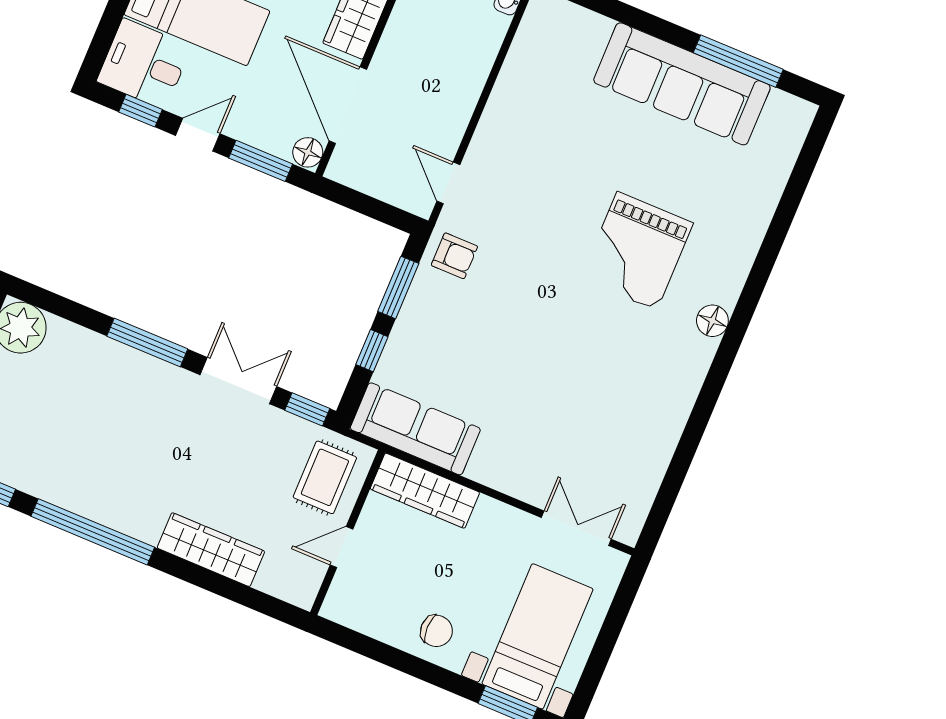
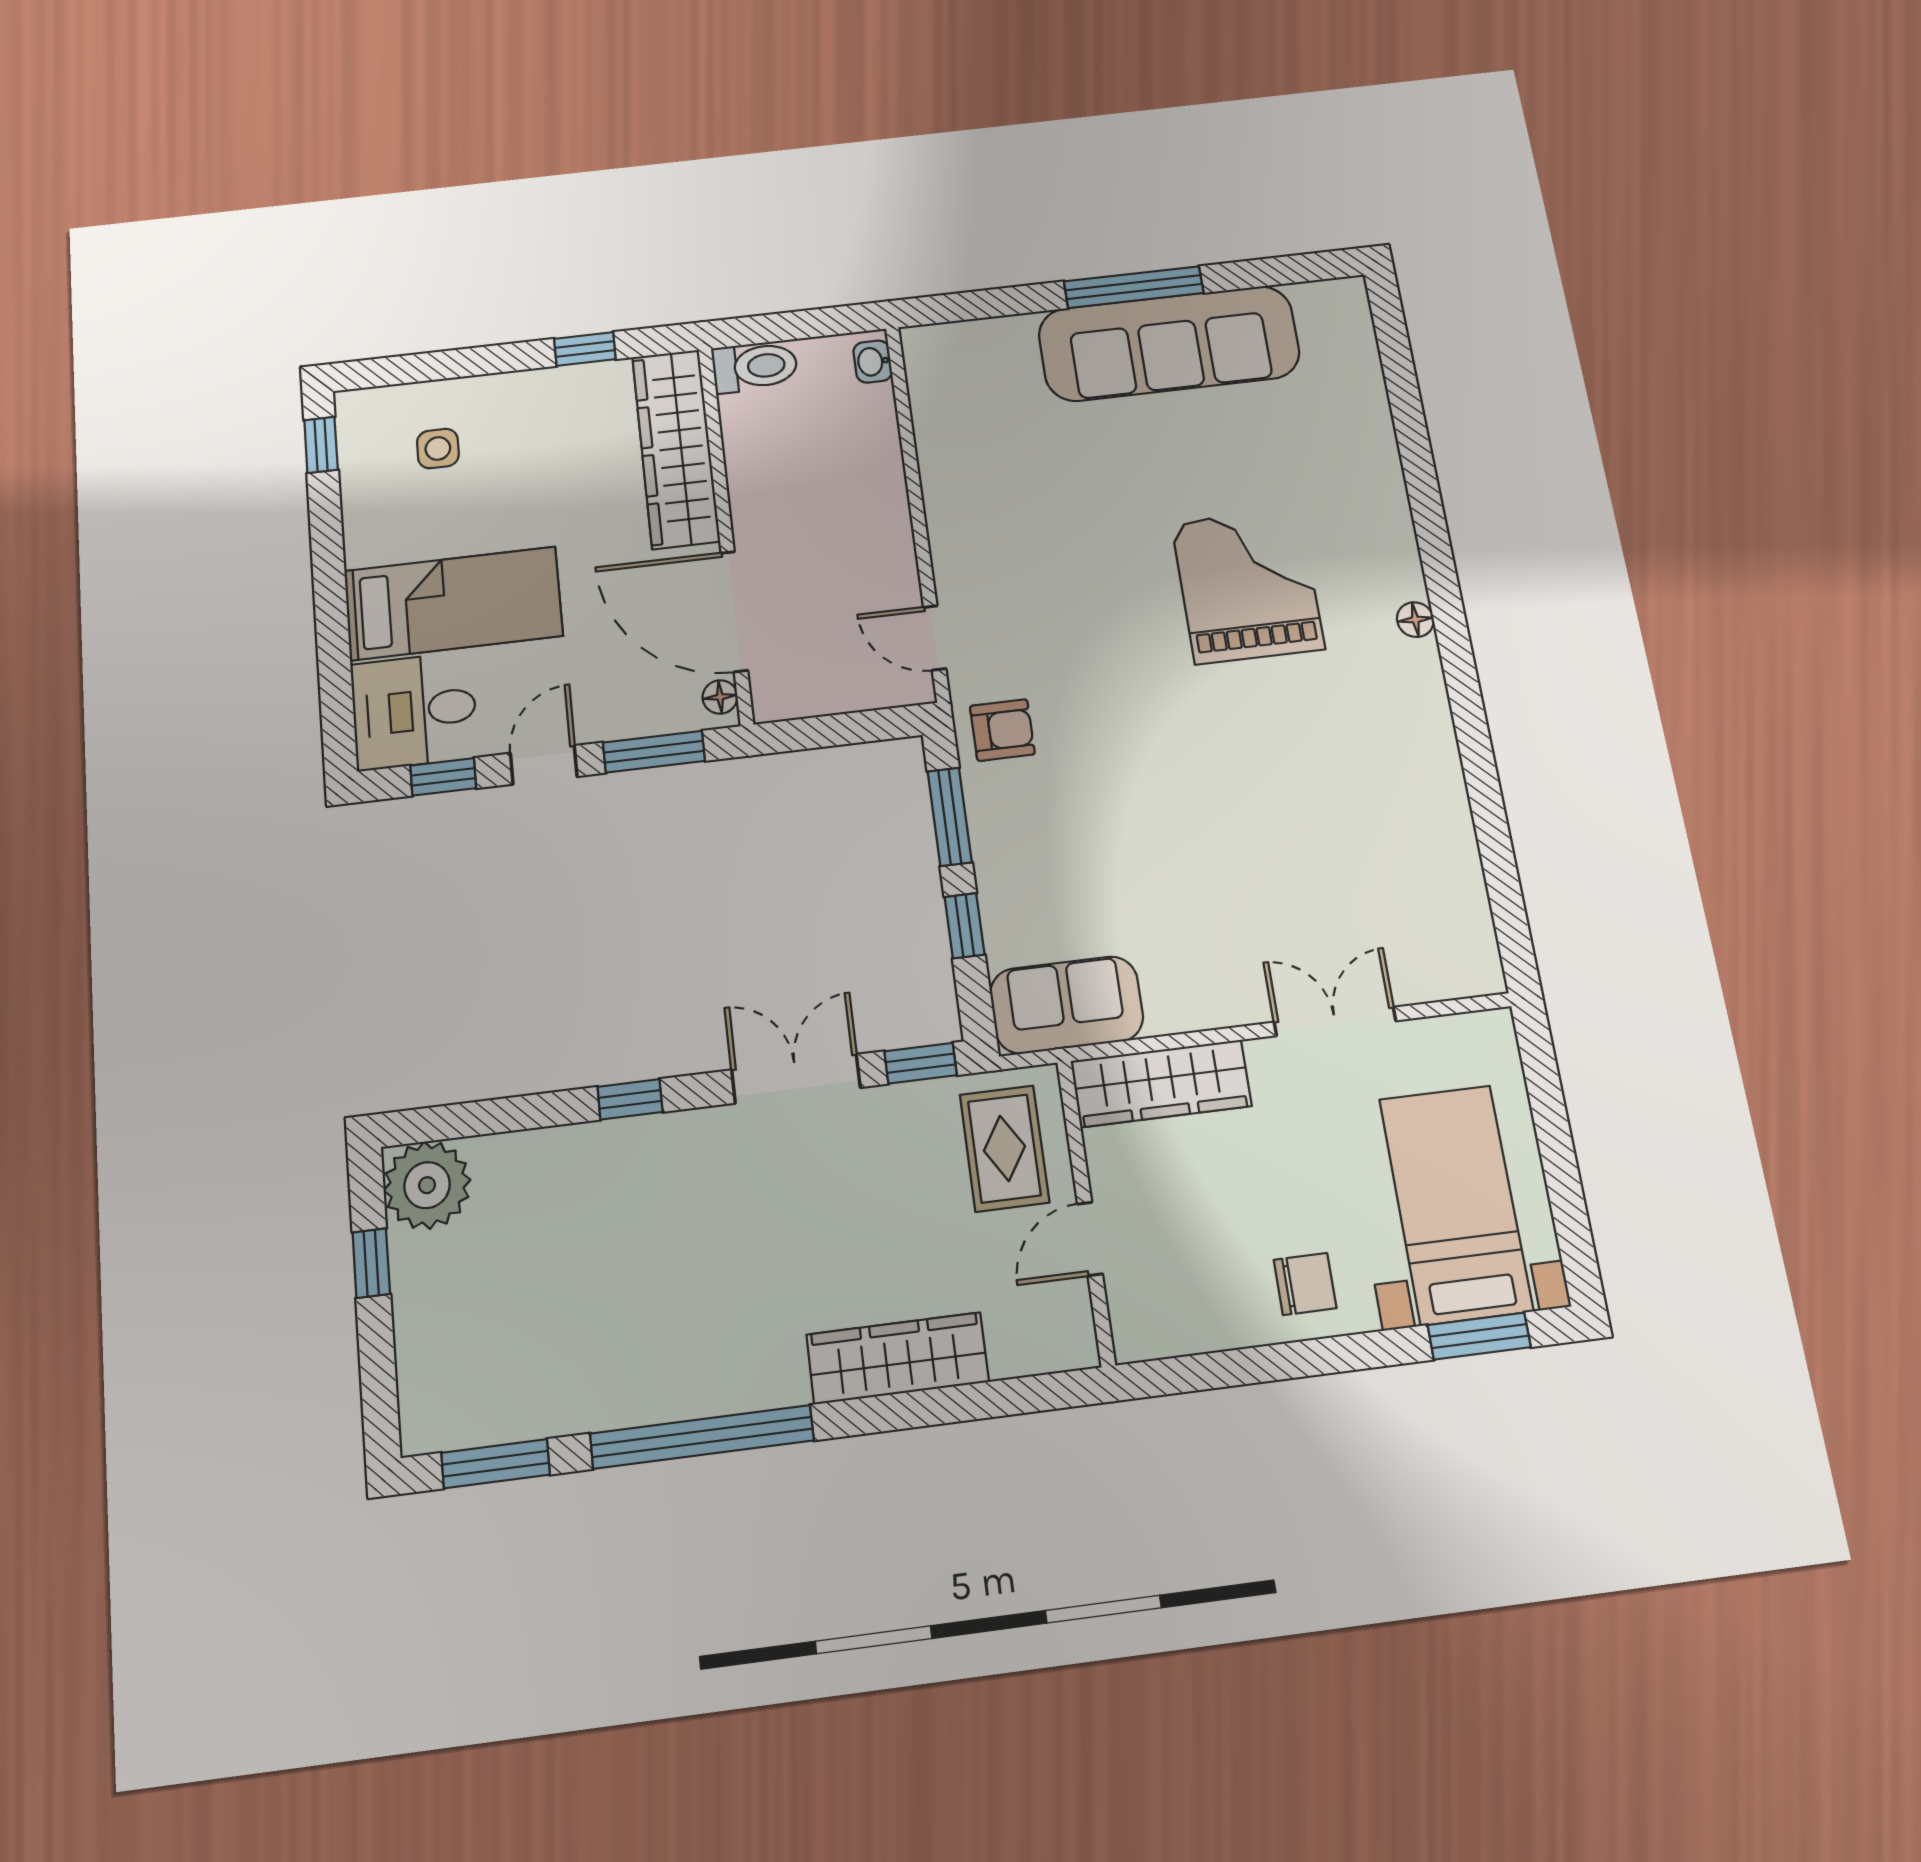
window: (738, 61) -> (1134, 287), moved
floor lamp: (308, 152) -> (720, 697), width x0.73, depth x0.73
grand piano: (637, 251) -> (1248, 586), turned 180
floor lamp: (712, 321) -> (1415, 620), width x0.73, depth x0.73
window: (147, 342) -> (630, 1099), width x0.46
sofa: (415, 429) -> (1067, 1005), width x0.73
double door: (576, 528) -> (1335, 1021), moved

